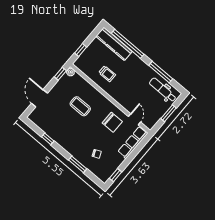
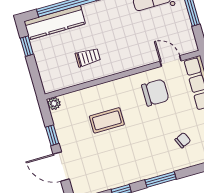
window: (81, 50) -> (27, 46), moved
window: (60, 74) -> (52, 135), moved
window: (78, 164) -> (161, 180), moved

